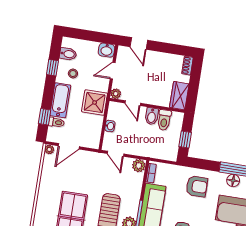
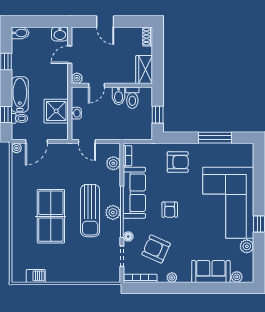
door: (139, 43) -> (105, 22), moved
bidet: (68, 54) -> (20, 33), moved
stool: (73, 74) -> (29, 64), removed
shower: (95, 102) -> (56, 111), moved
door: (133, 103) -> (96, 85), hinge flipped
plant: (139, 166) -> (113, 163), moved
floor lamp: (233, 180) -> (215, 150), removed

